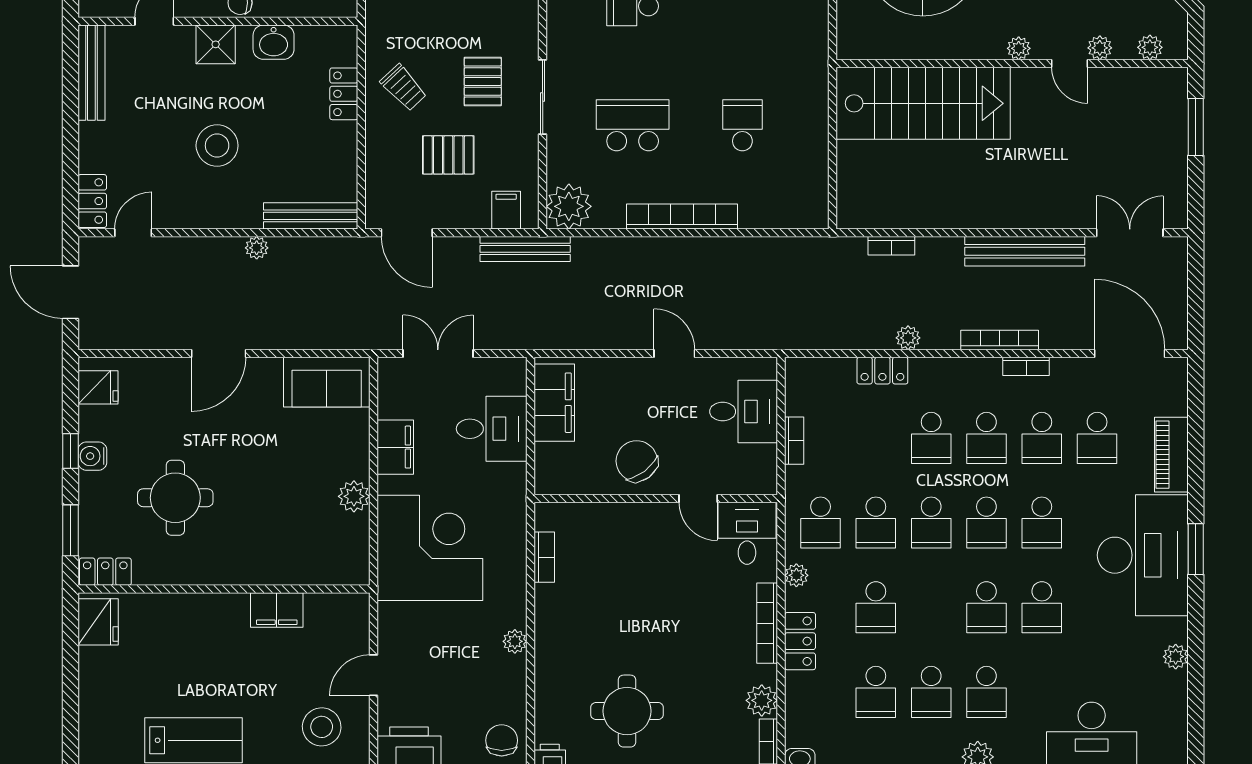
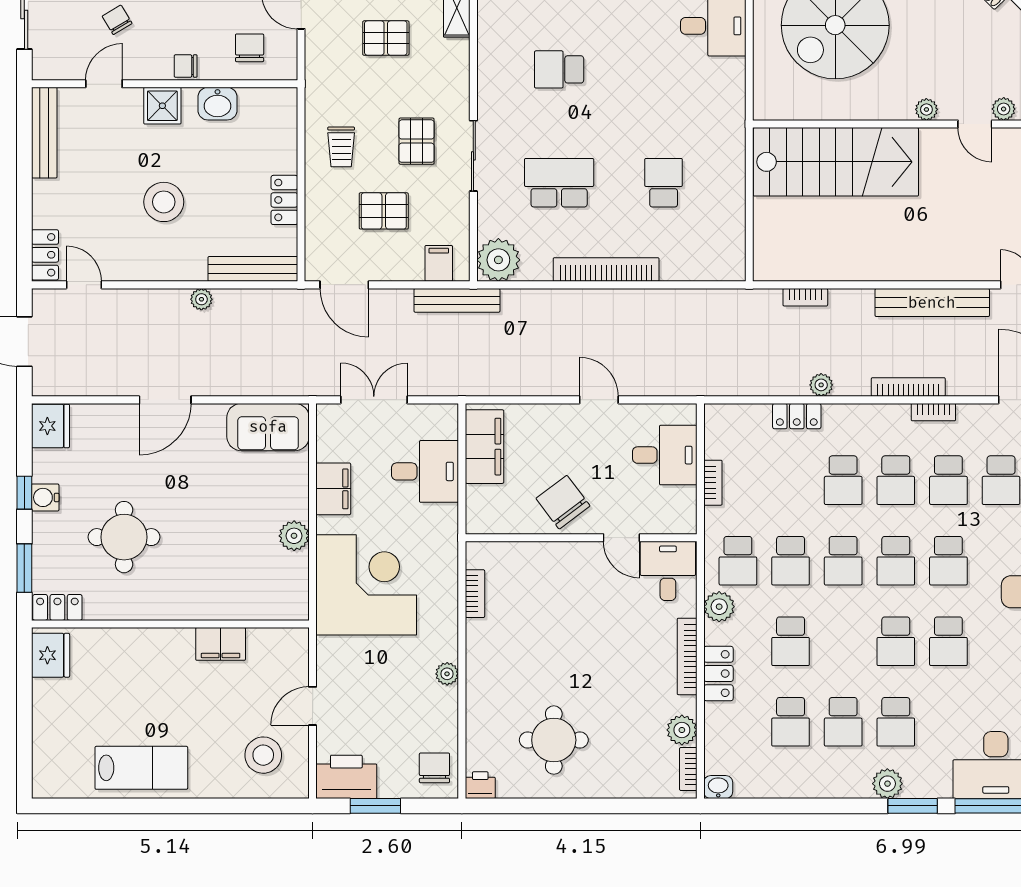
trolley: (403, 88) -> (341, 147), turned 43
locker: (344, 94) -> (284, 200), moved
door: (133, 233) -> (84, 285), hinge flipped
fridge: (98, 387) -> (50, 426), width x1.38
plant: (796, 575) -> (719, 607), width x1.38, depth x1.38

